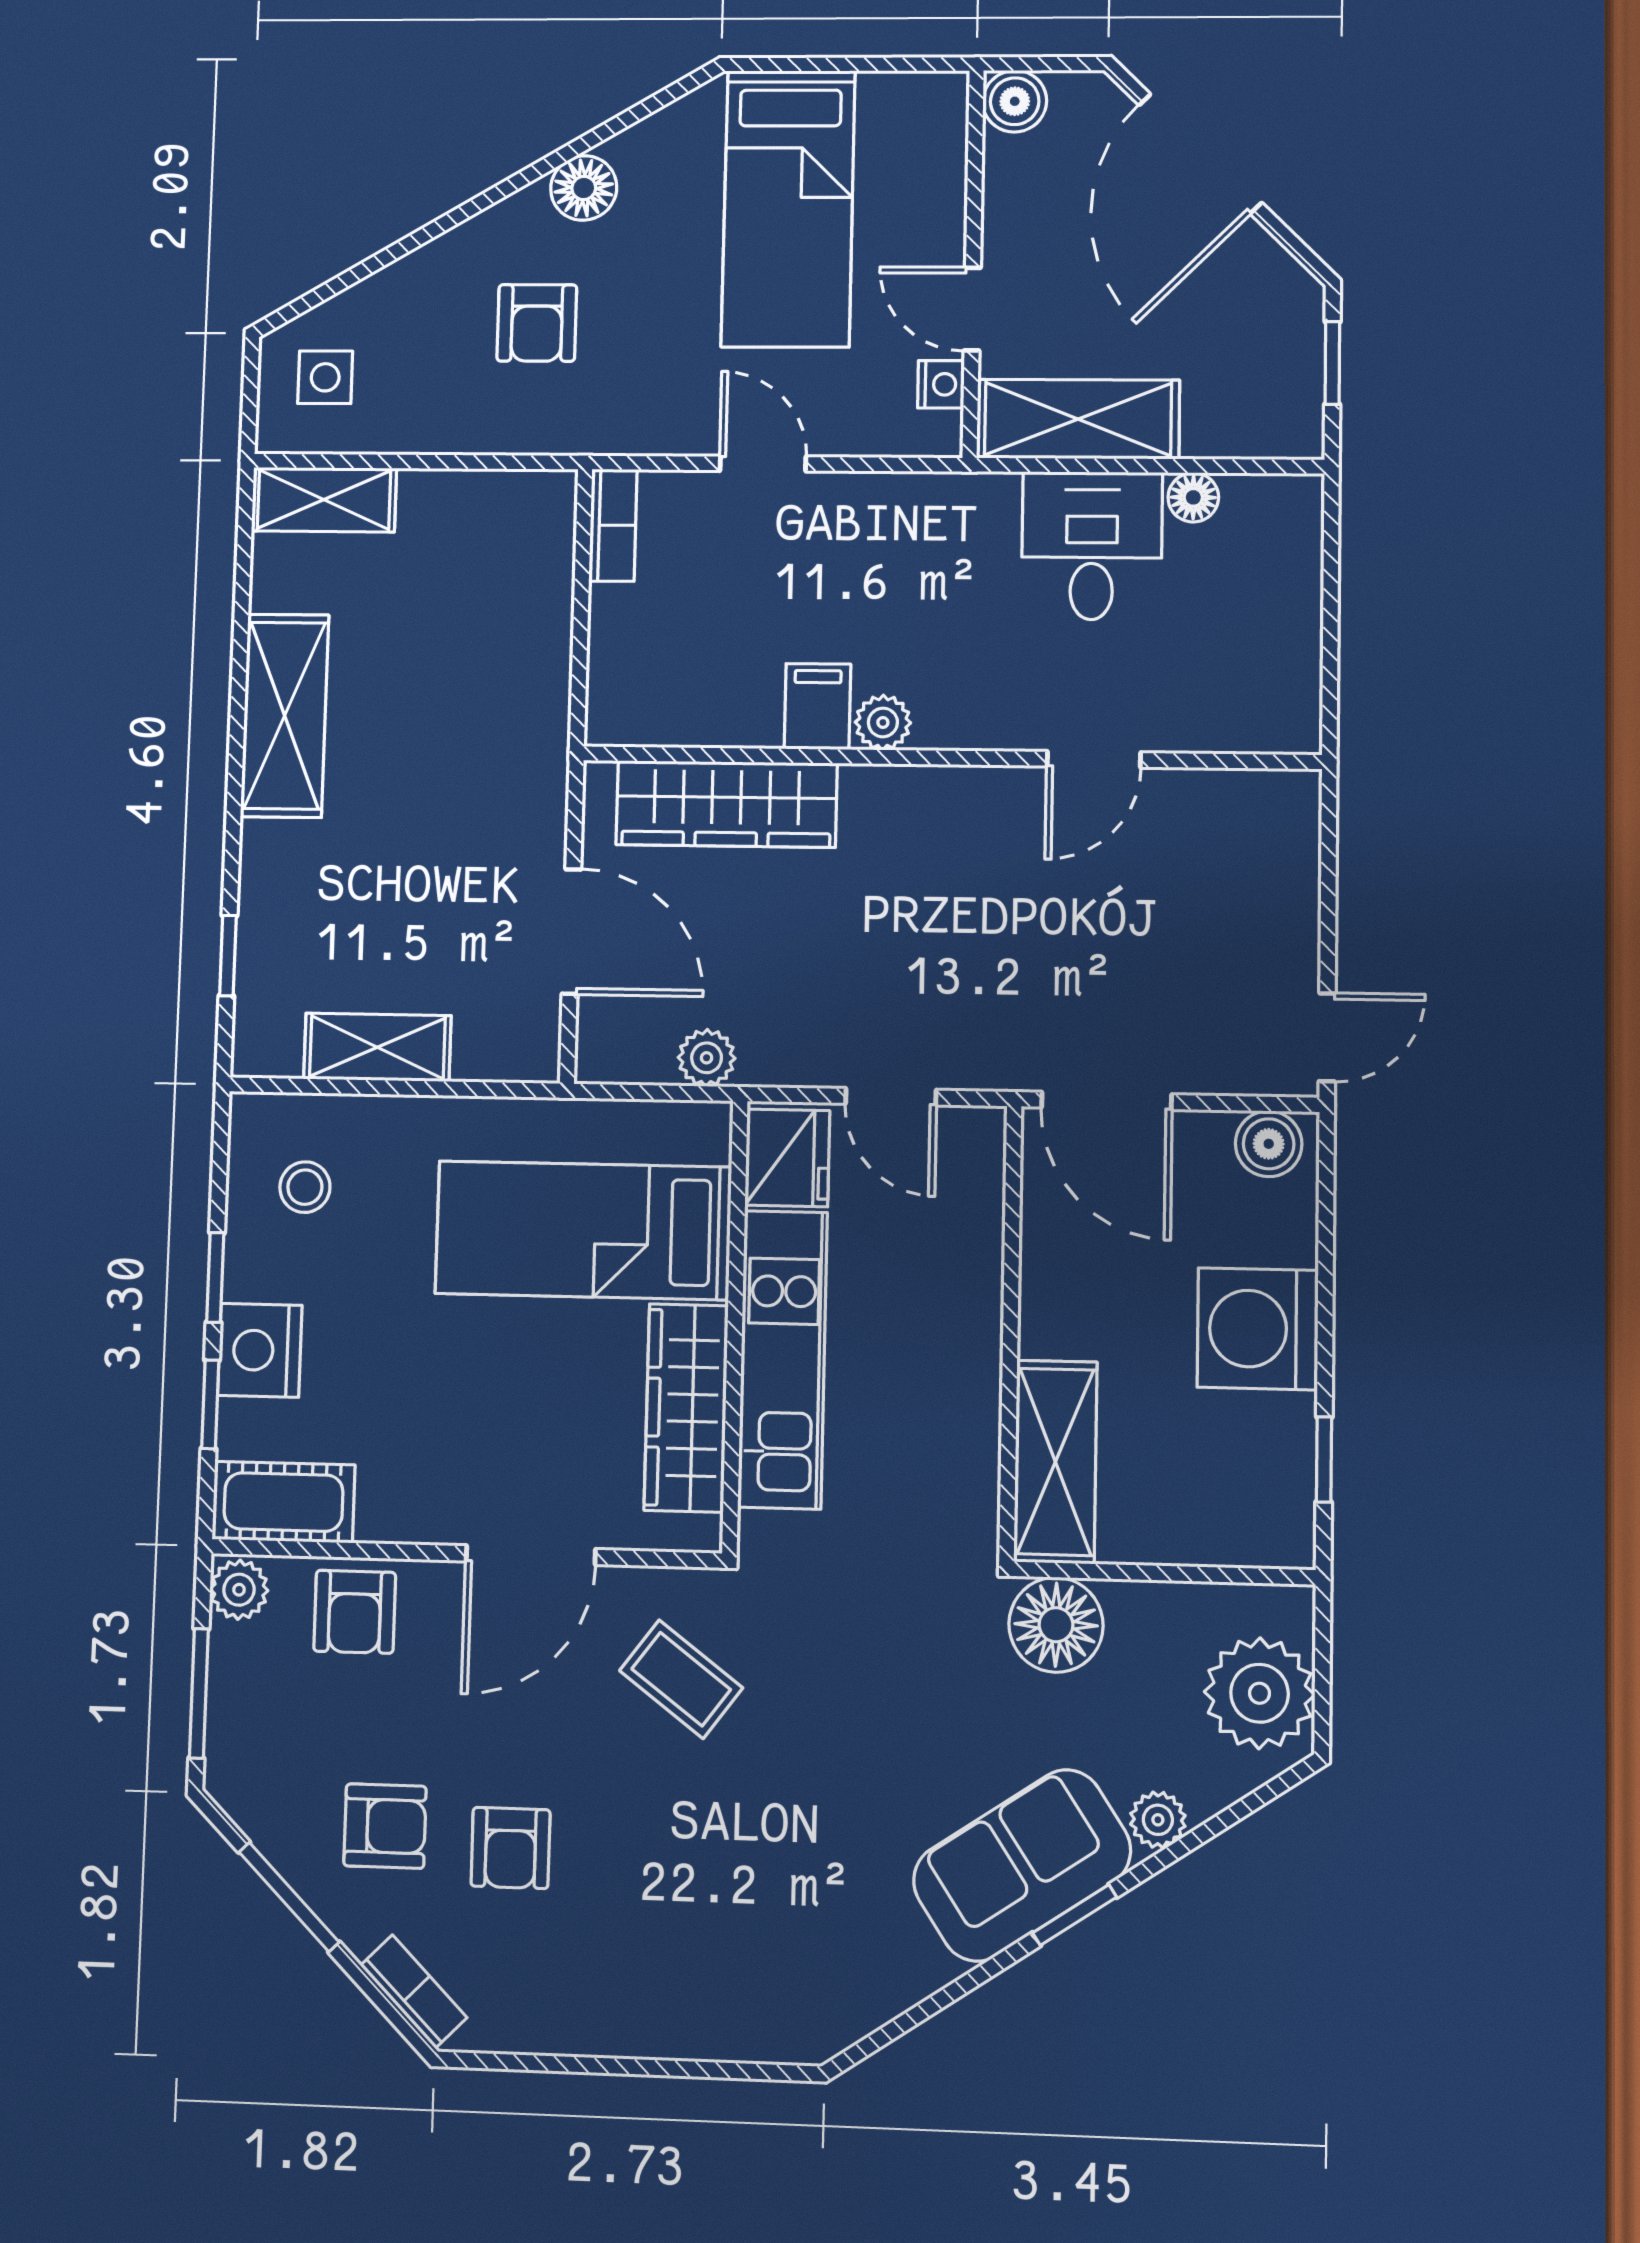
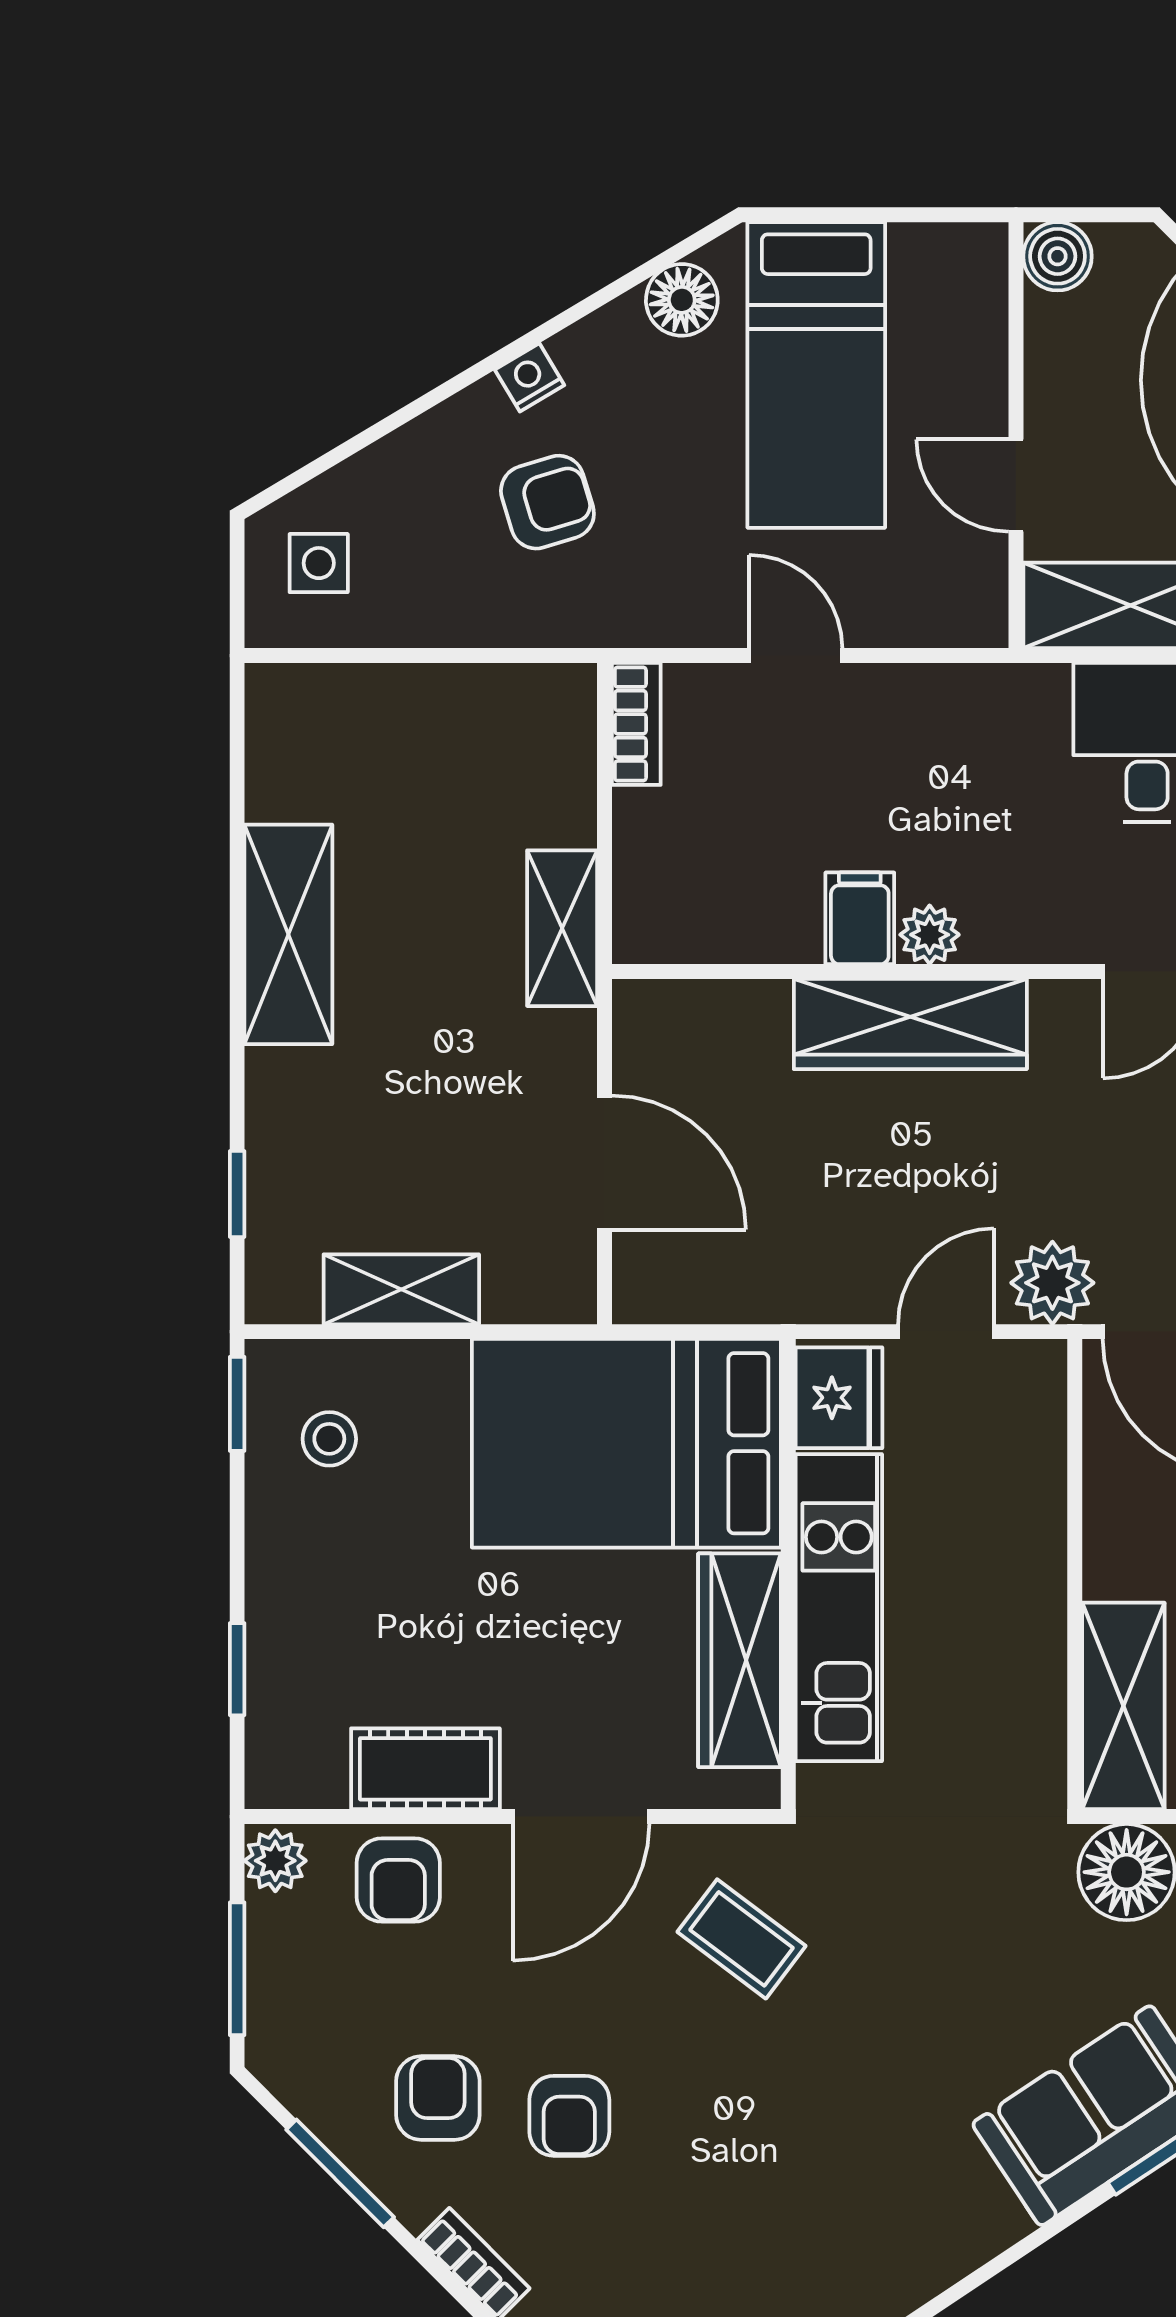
floor lamp: (584, 188) -> (682, 300), moved
armchair: (537, 323) -> (547, 502), turned -107
nightstand: (941, 384) -> (530, 377), moved, turned -121
shelving: (324, 500) -> (562, 928), moved, turned 90
wardrobe: (726, 804) -> (910, 1024), moved
plant: (707, 1058) -> (1052, 1283), moved, width x1.38, depth x1.38
door: (891, 1097) -> (946, 1332), swing flipped
bed: (583, 1230) -> (626, 1443), width x1.50
window: (215, 1277) -> (237, 1404), moved
nightstand: (260, 1350) -> (288, 1611), removed
cot: (283, 1502) -> (425, 1769), moved
armchair: (385, 1826) -> (438, 2098), turned -90

